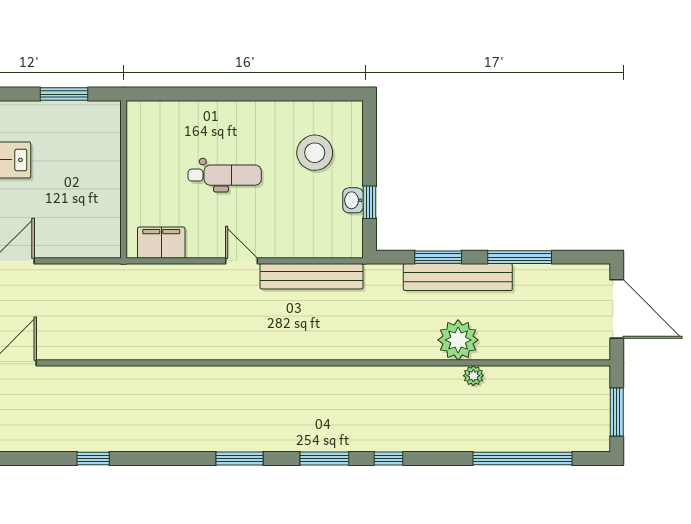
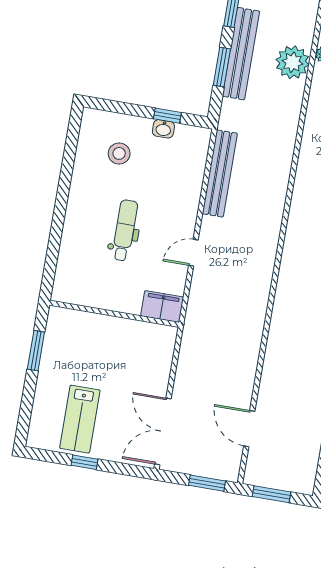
stool: (315, 153) -> (119, 153), width x0.73, depth x0.73
filing cabinet: (161, 243) -> (162, 306), moved, turned 90
door: (241, 261) -> (193, 253), moved

